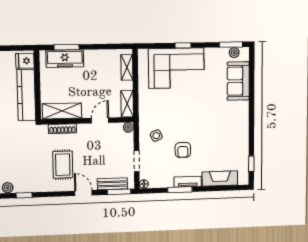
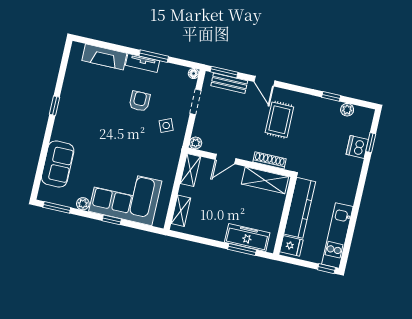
plant: (234, 53) -> (83, 204), moved
window: (251, 164) -> (54, 106), moved

